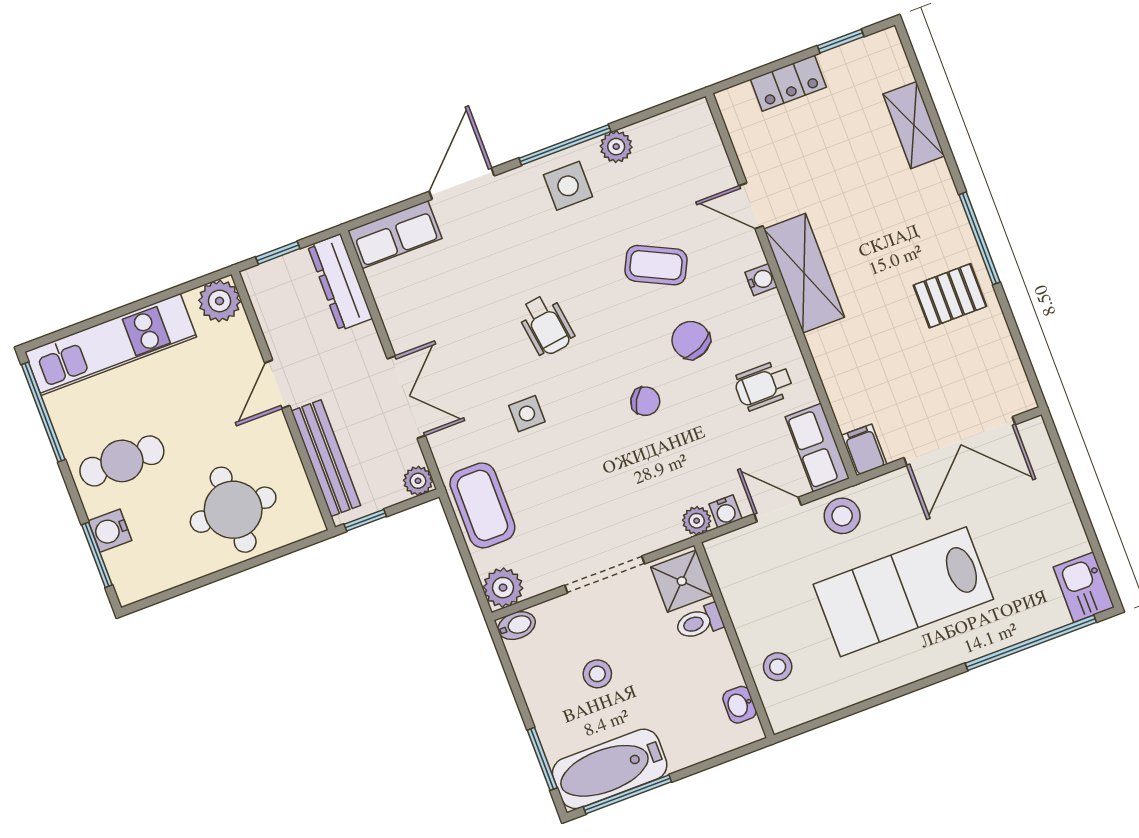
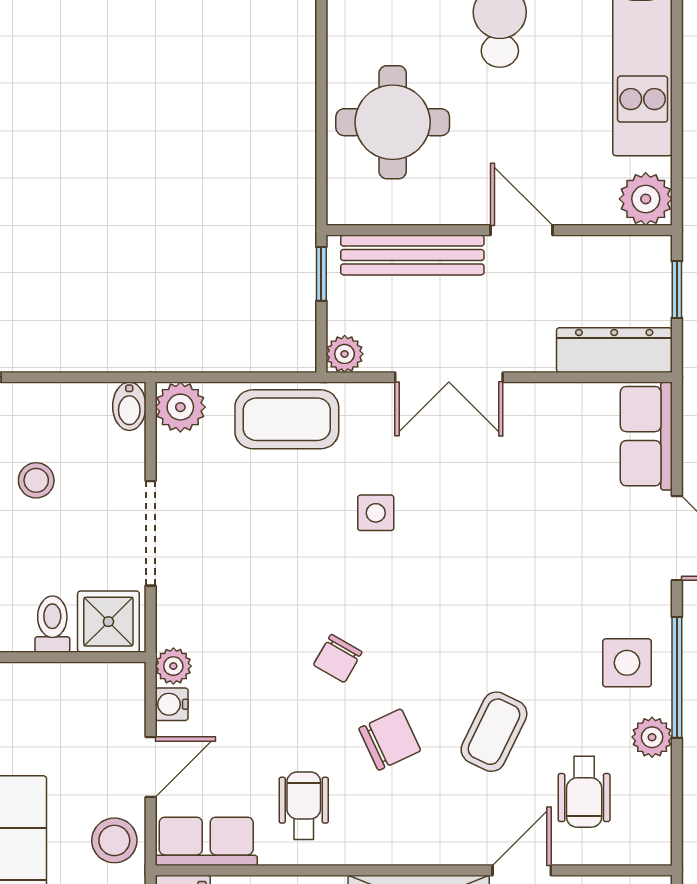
water cooler: (761, 280) -> (430, 850), removed
wheelchair: (546, 325) -> (584, 792), moved, turned -82

